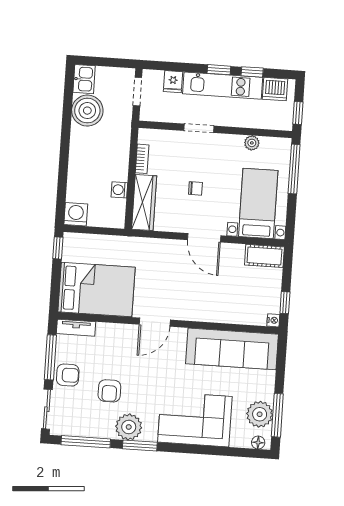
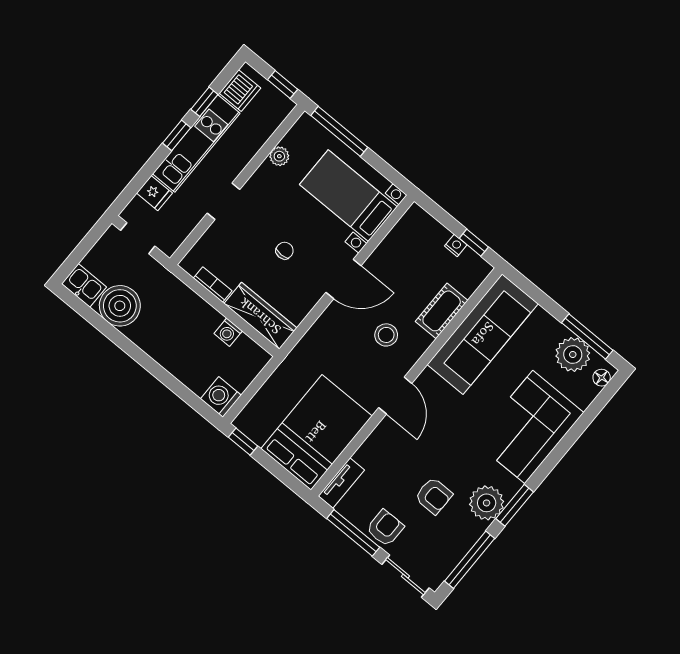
cot: (264, 256) -> (442, 311), moved
stool: (188, 289) -> (386, 335), added
nightstand: (273, 320) -> (456, 245), moved

